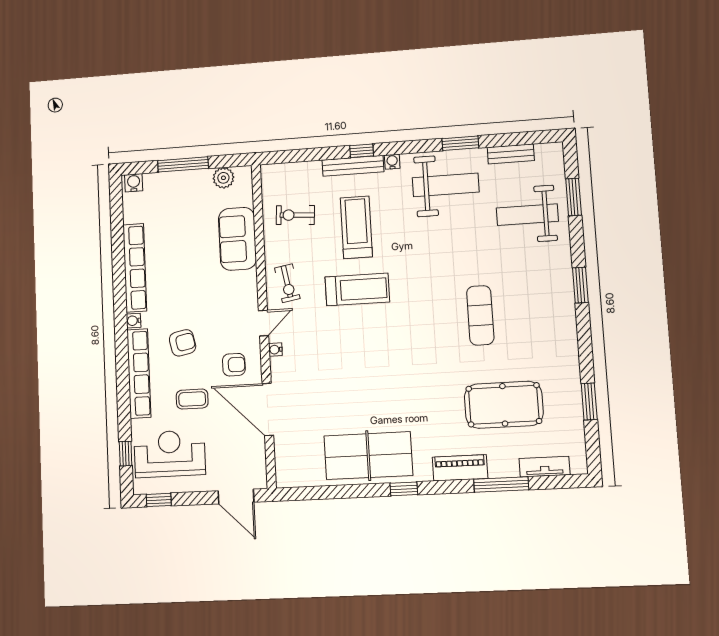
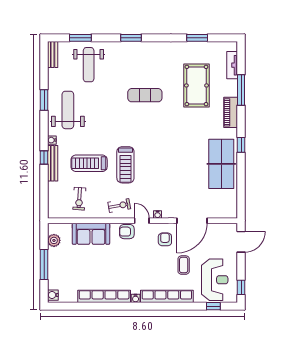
bench: (511, 154) -> (53, 55), moved
treadmill: (357, 289) -> (125, 165), turned 180
armchair: (183, 343) -> (127, 232), moved, turned -78
reception desk: (170, 454) -> (215, 280), turned 180

